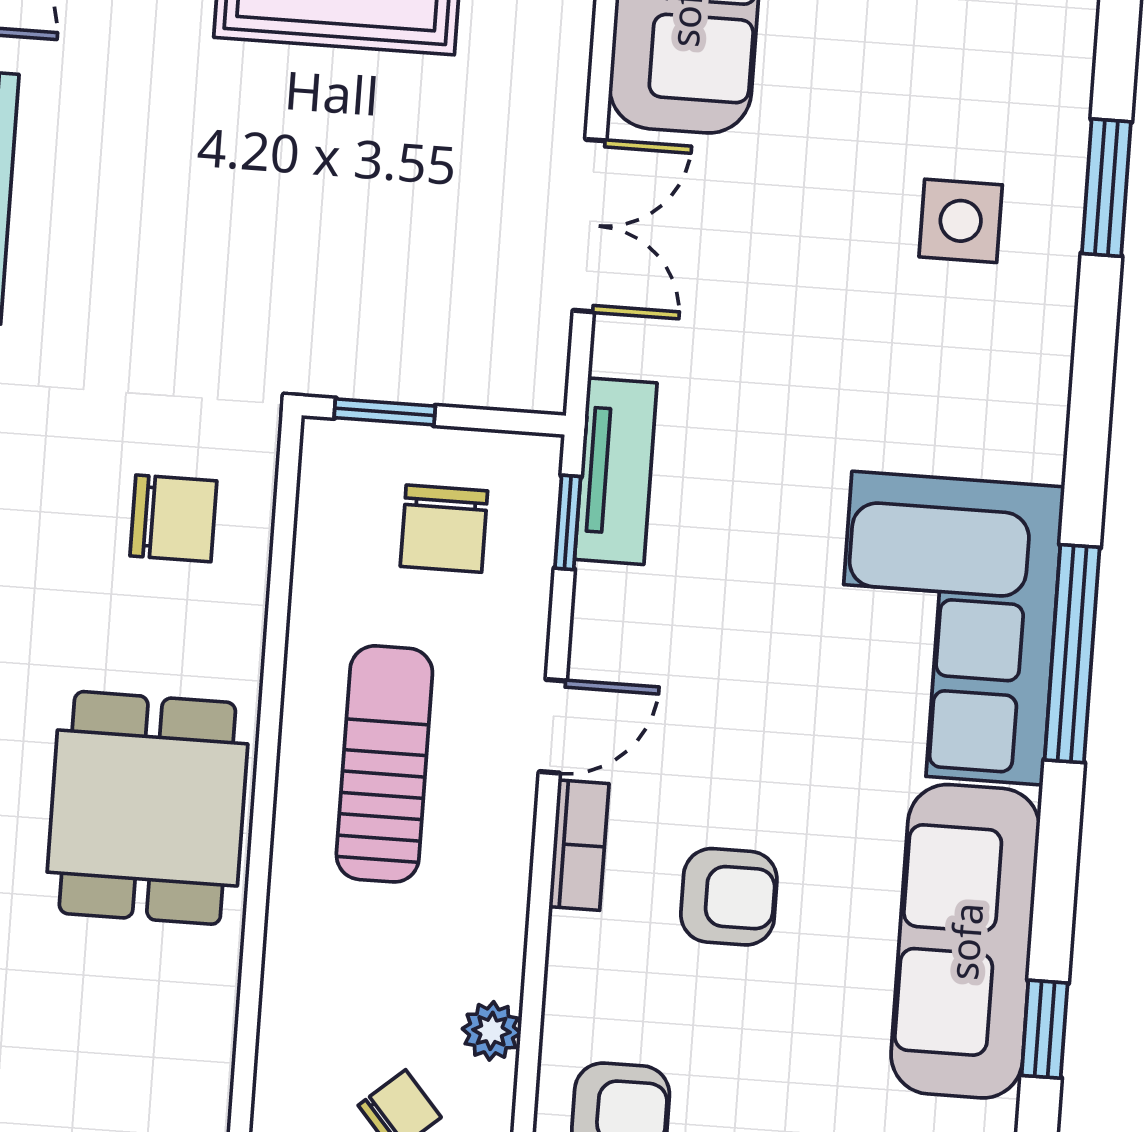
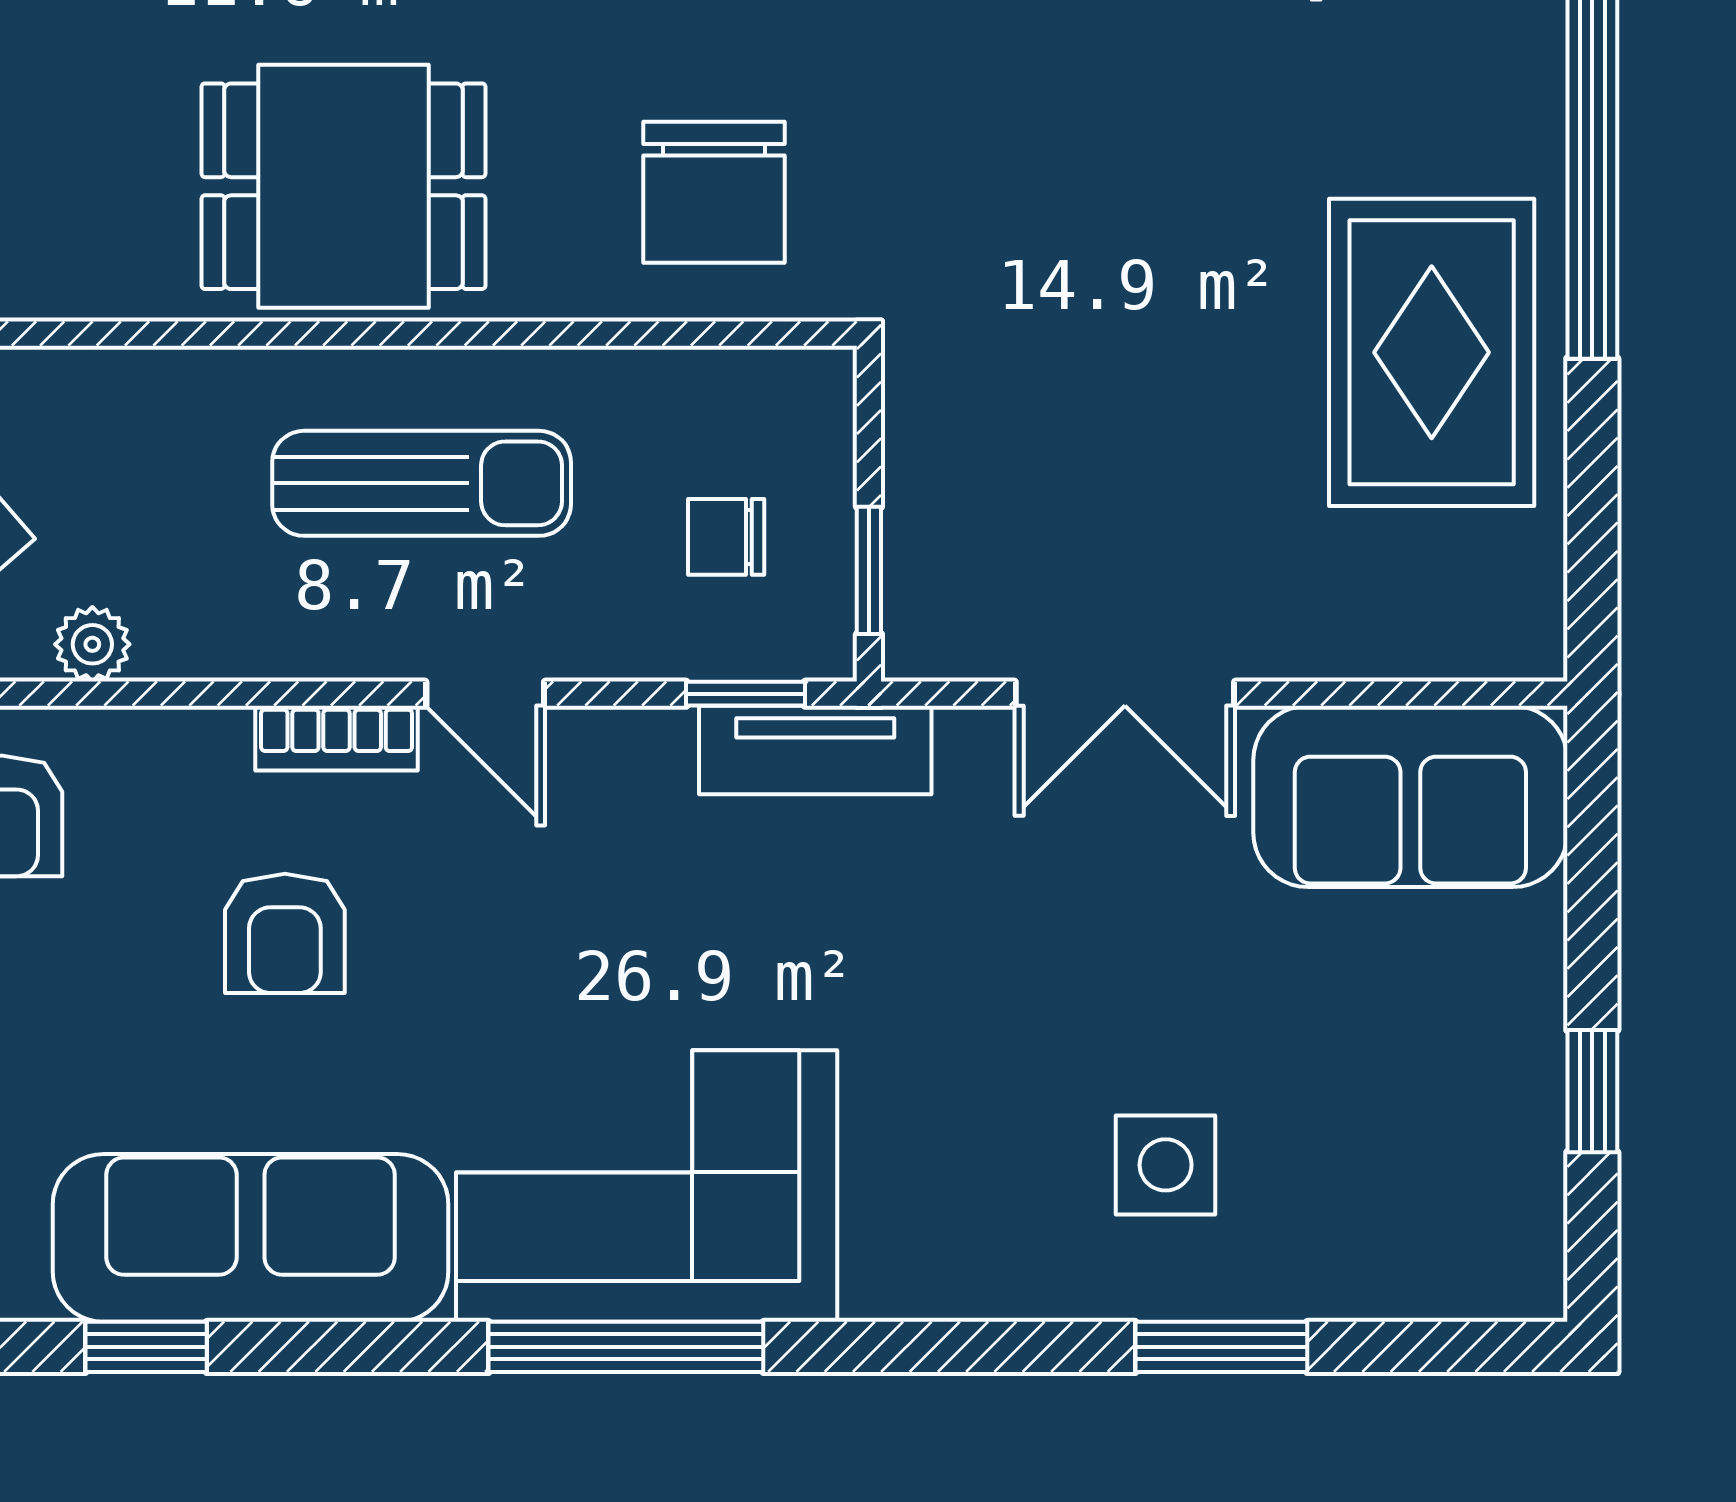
window: (385, 412) -> (869, 570), moved
chair: (173, 518) -> (714, 192), width x1.37, depth x1.37
chair: (444, 529) -> (726, 537), width x0.73, depth x0.73

